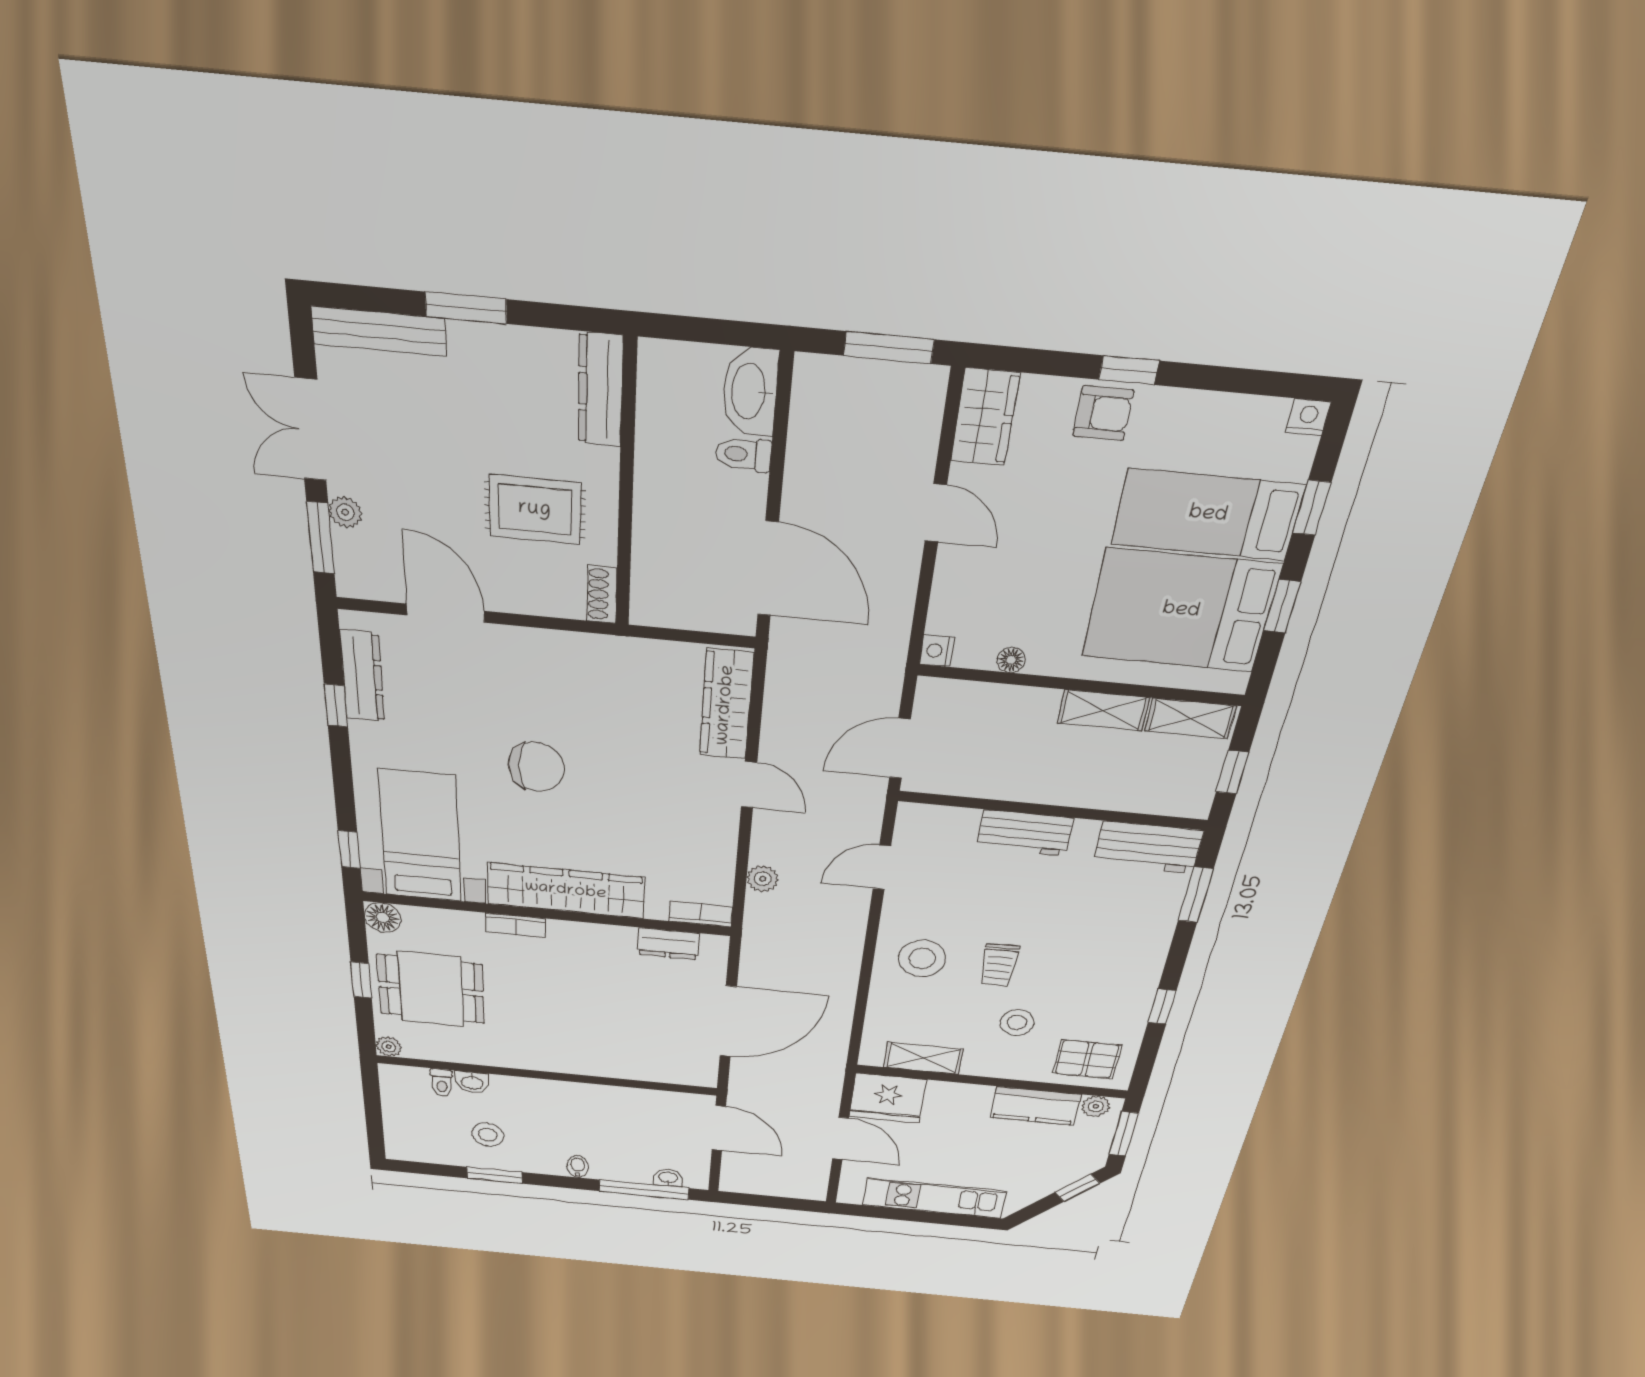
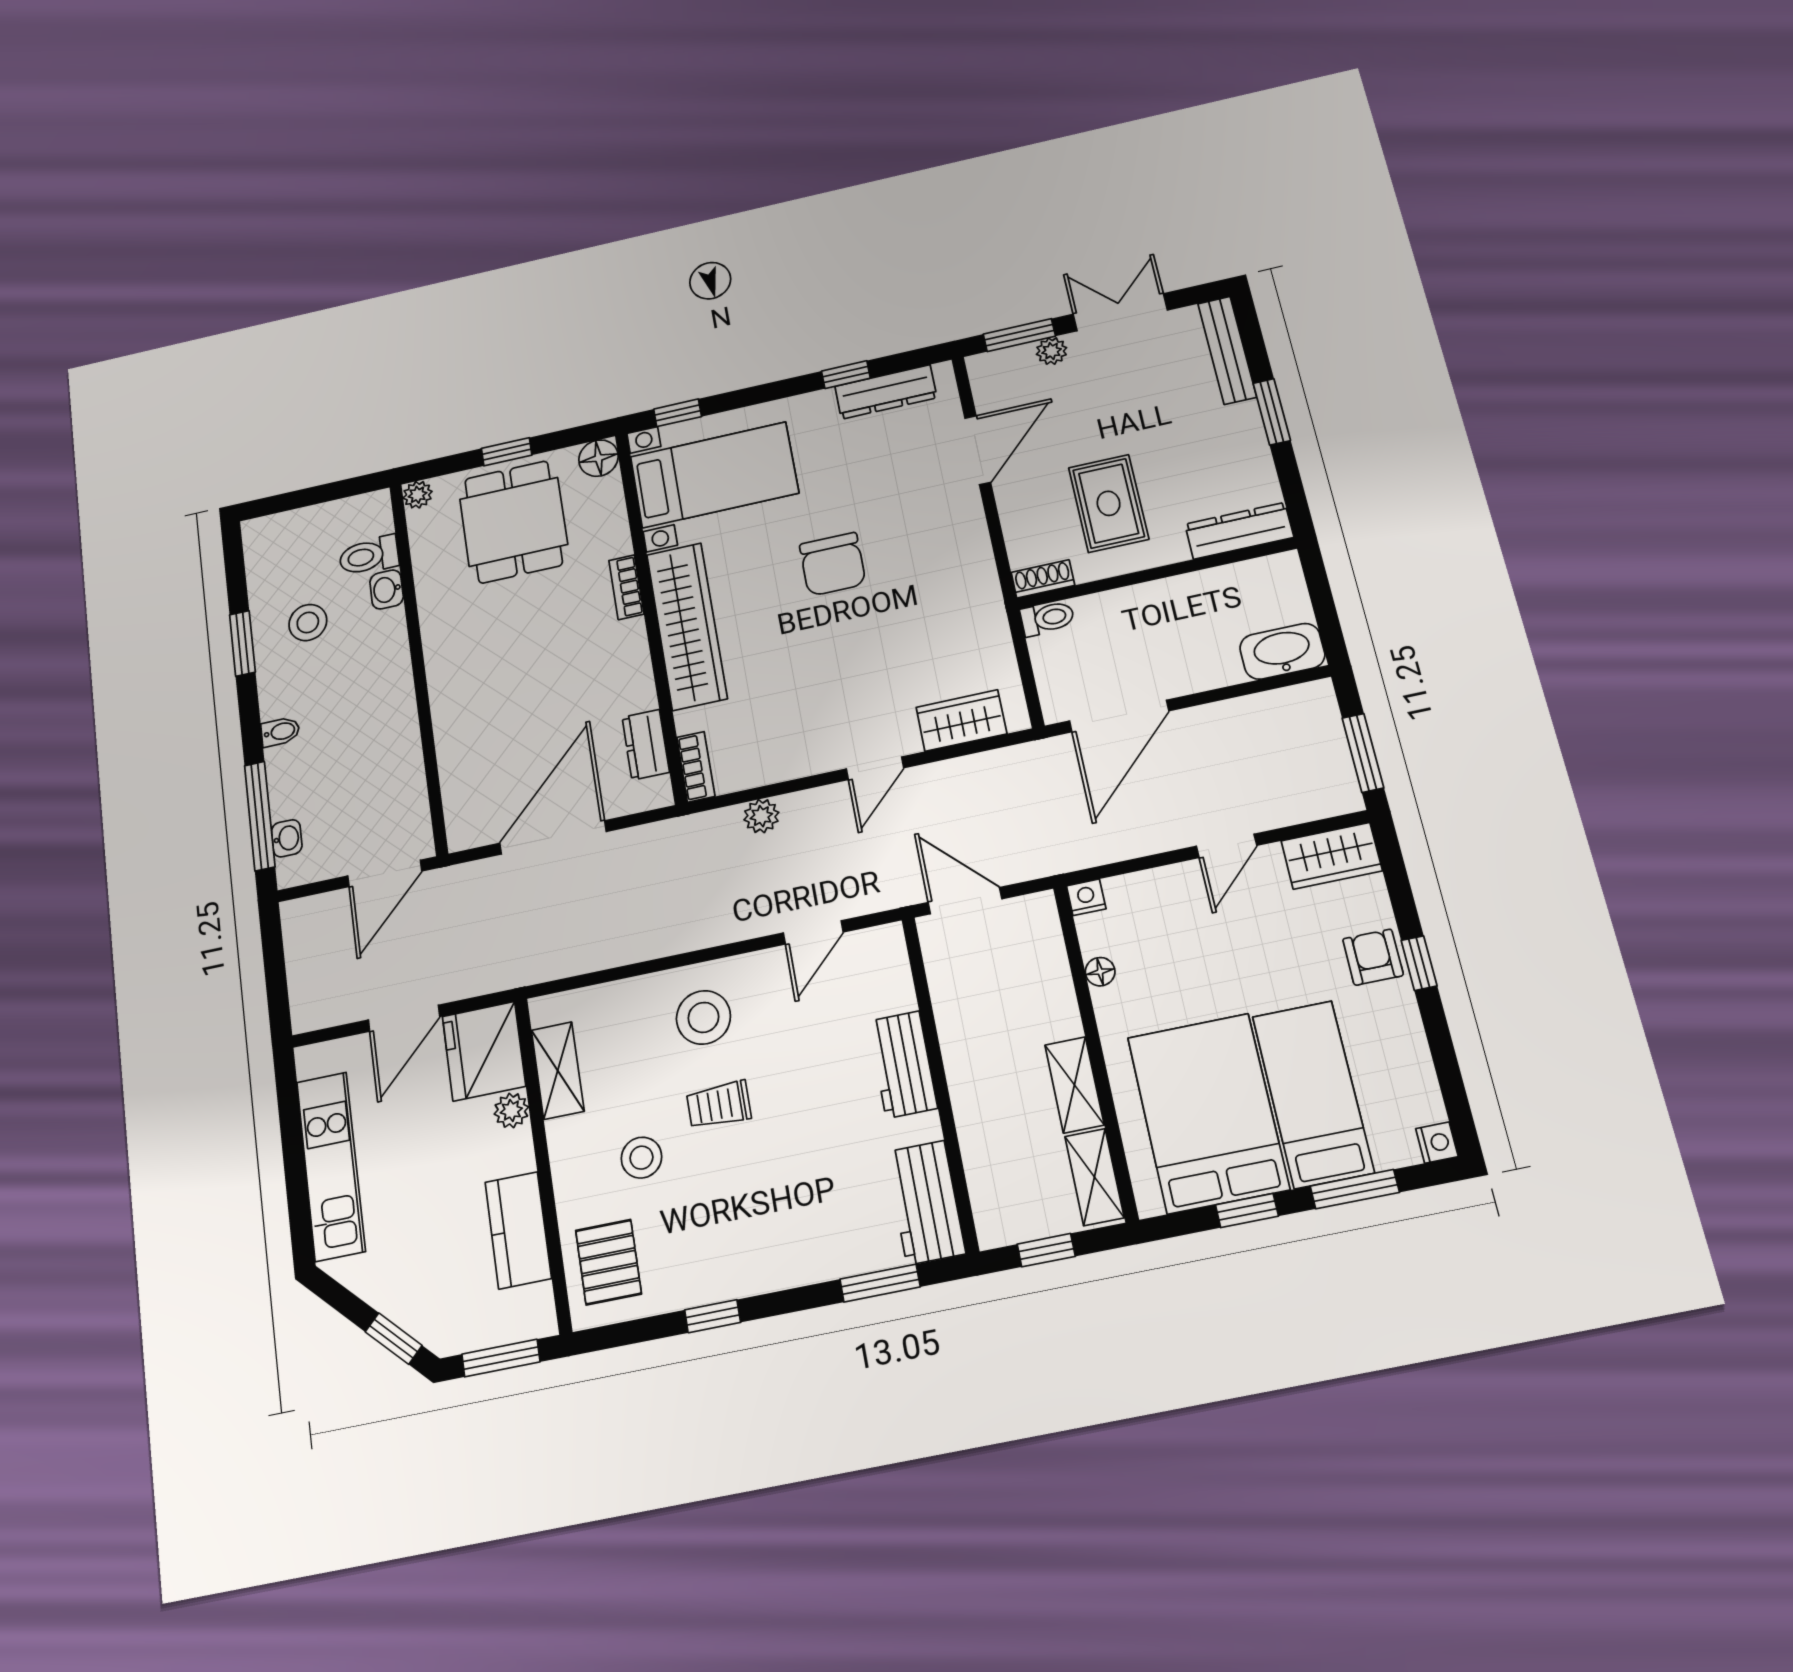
armchair: (1103, 413) -> (1373, 957), turned 180
toilet: (744, 454) -> (1047, 618), moved, turned 90
window: (1312, 508) -> (1355, 1189), width x1.50
wardrobe: (726, 705) -> (961, 720), width x0.67
door: (882, 867) -> (813, 932), swing flipped
door: (728, 1022) -> (553, 837), swing flipped
toilet: (442, 1083) -> (369, 556), width x1.37, depth x1.39
plant: (1096, 1106) -> (511, 1111), moved

